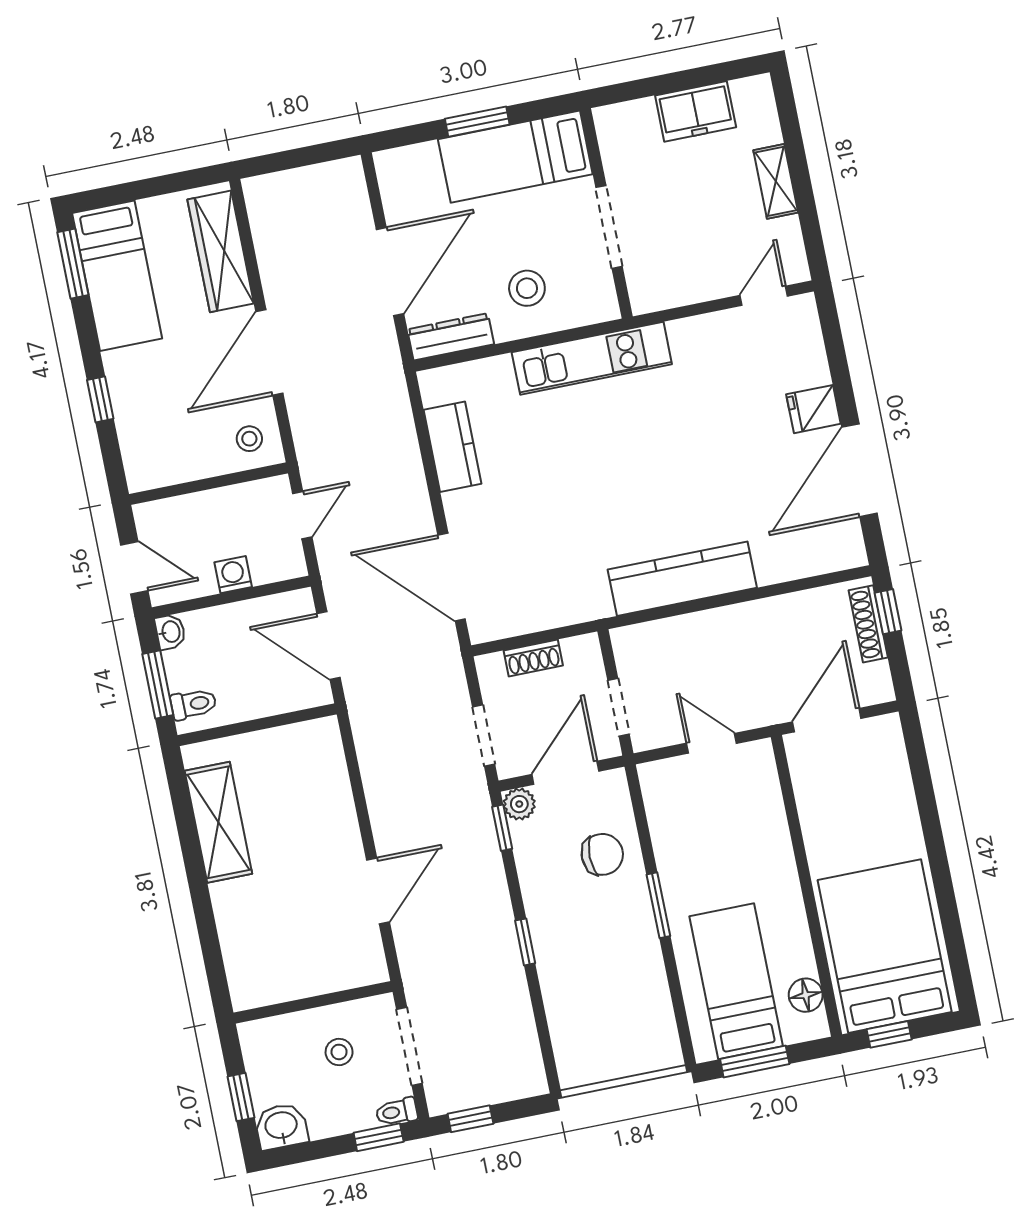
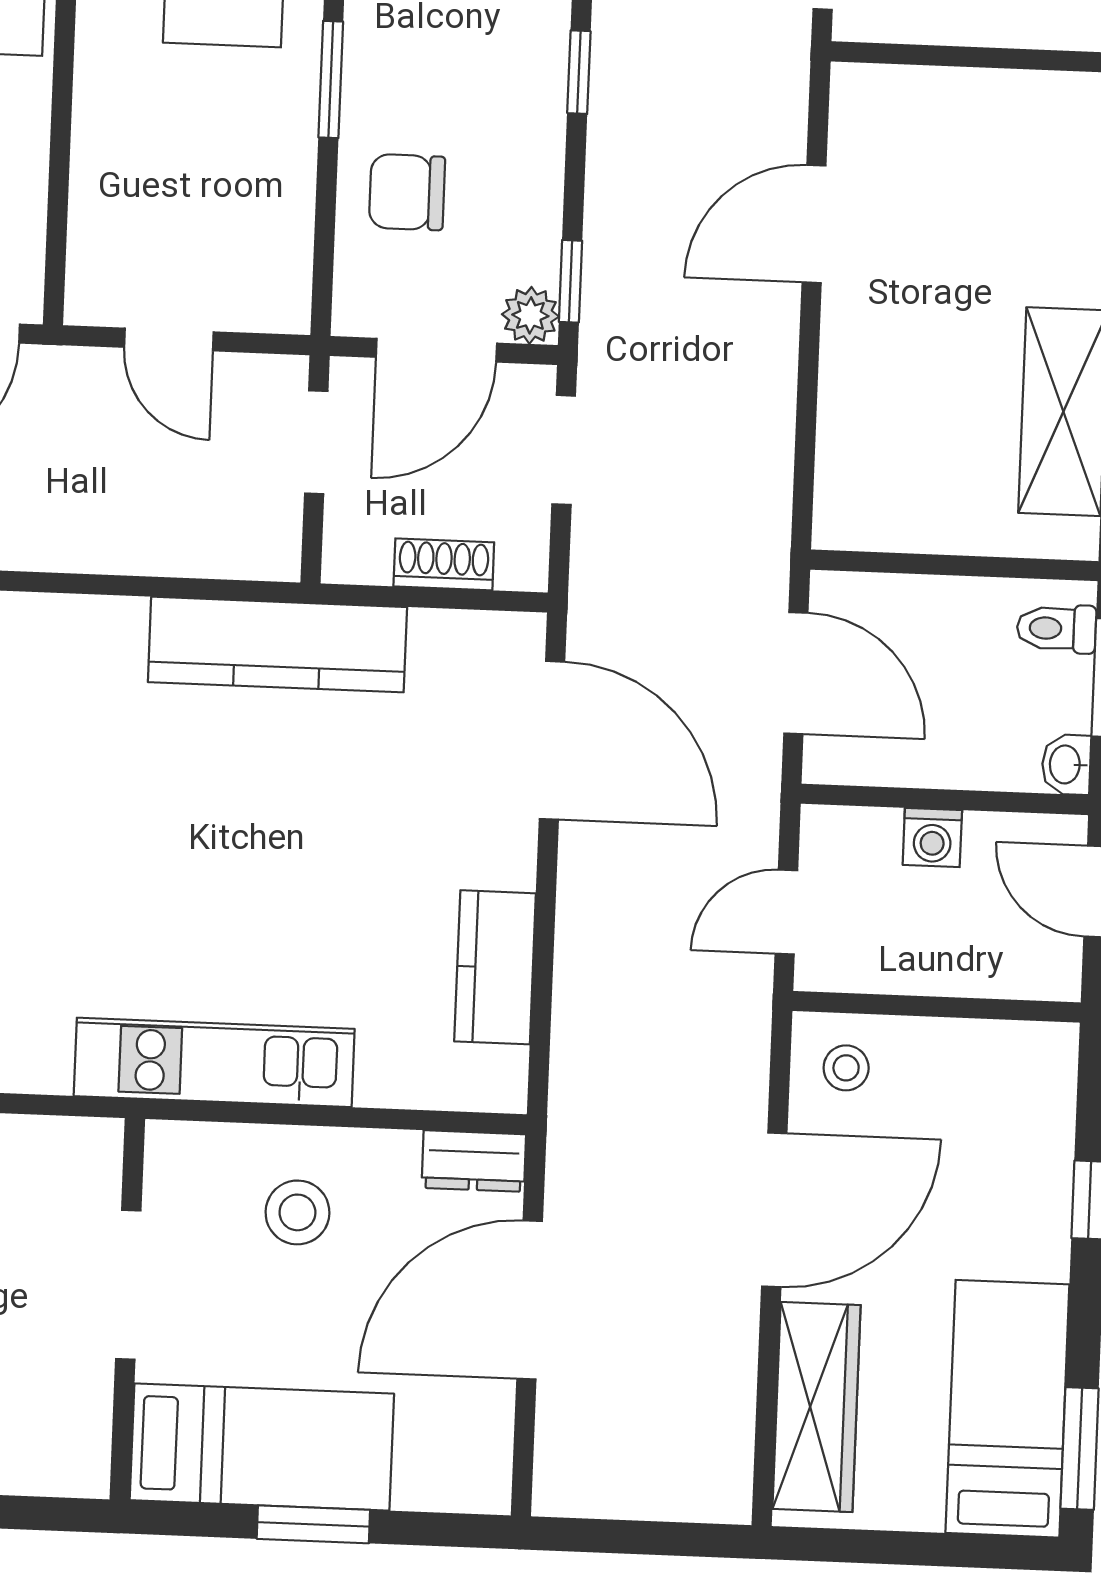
dresser: (451, 337) -> (474, 1161), width x0.70
kitchen counter: (682, 579) -> (277, 645), moved

